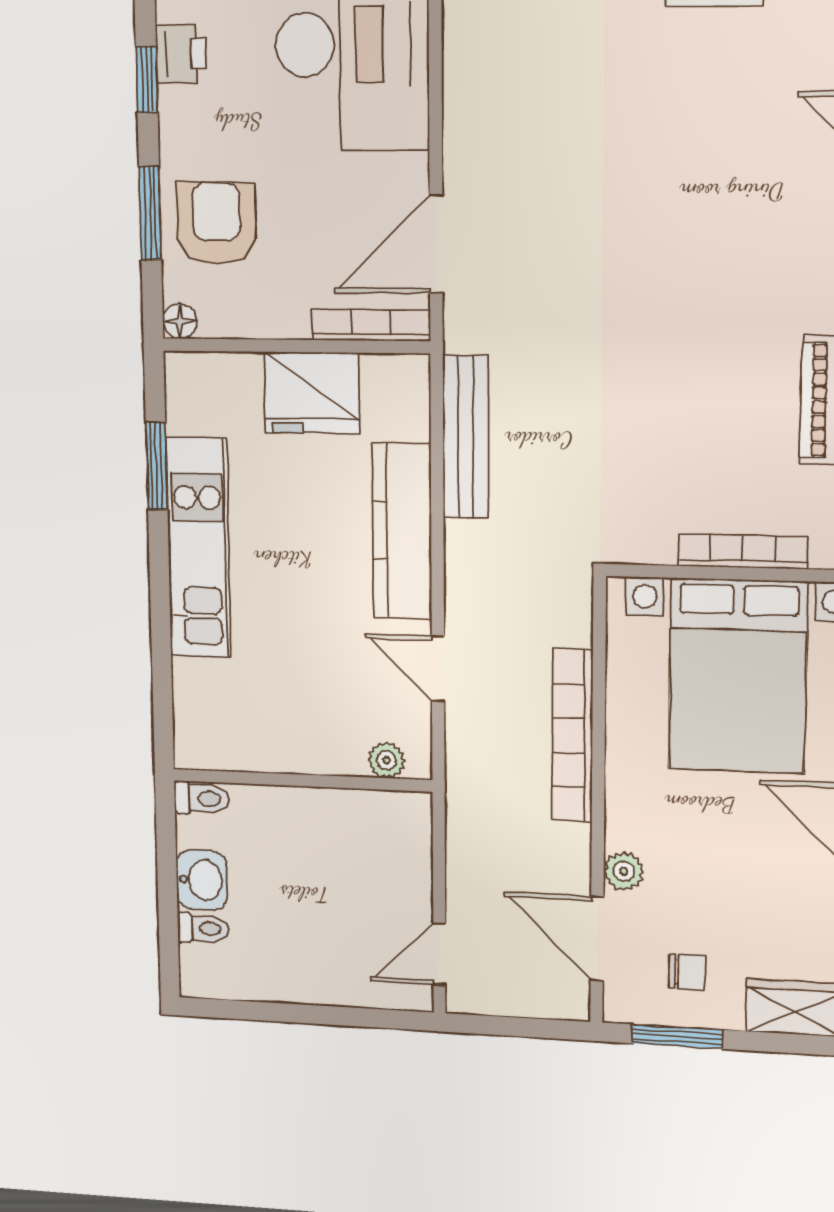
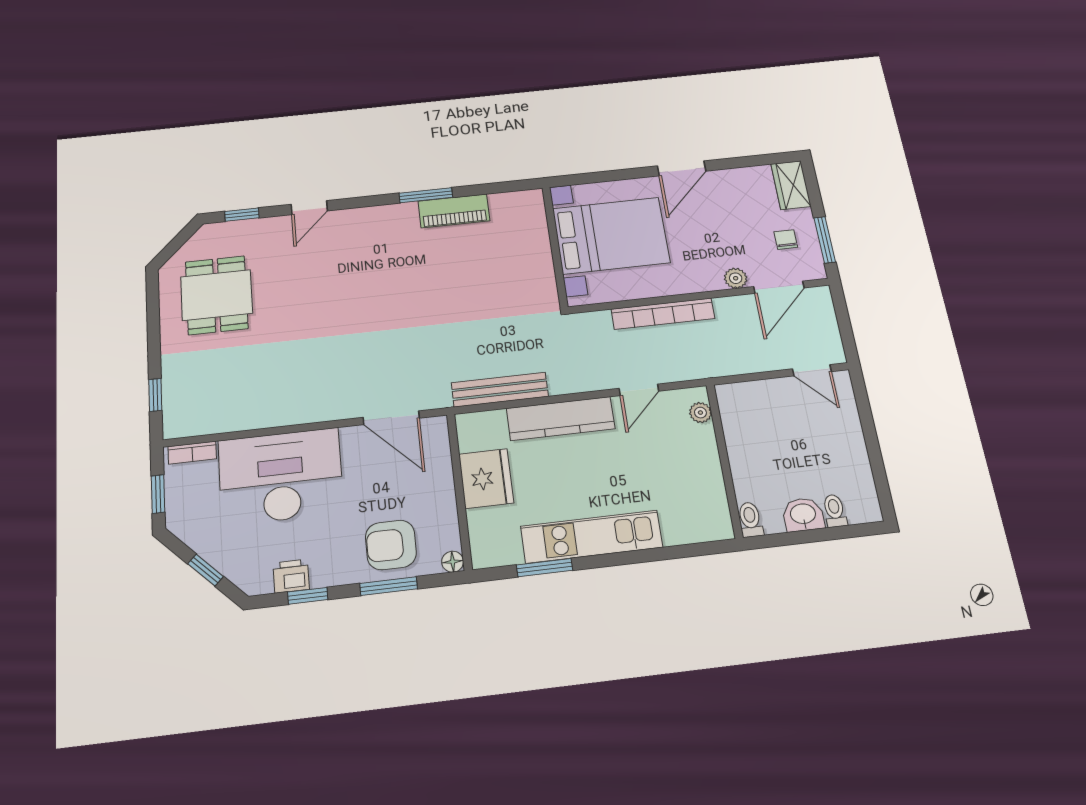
bookcase: (371, 325) -> (442, 449), removed
bookcase: (743, 551) -> (542, 242), removed

